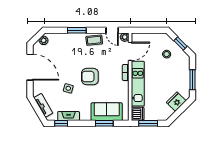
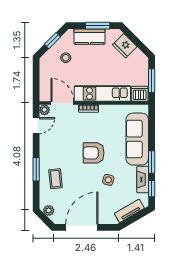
coffee table: (94, 40) -> (55, 179), moved
kitchen counter: (184, 73) -> (89, 37), added
armchair: (90, 77) -> (94, 153), turned 90
sofa: (107, 112) -> (137, 139), width x1.36
window: (104, 123) -> (152, 162), moved

